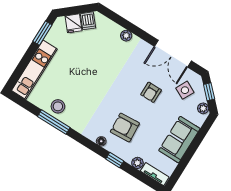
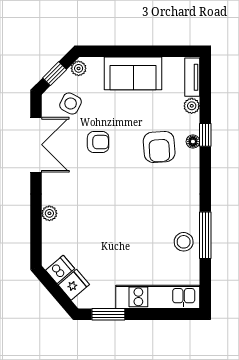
floor lamp: (101, 141) -> (193, 142), moved

